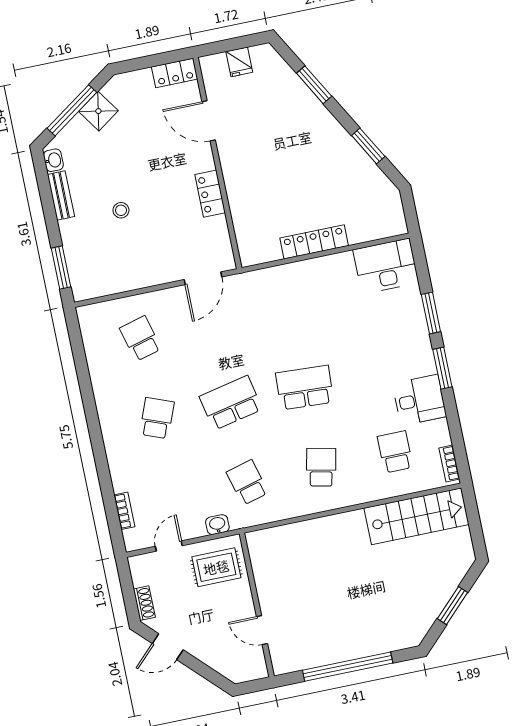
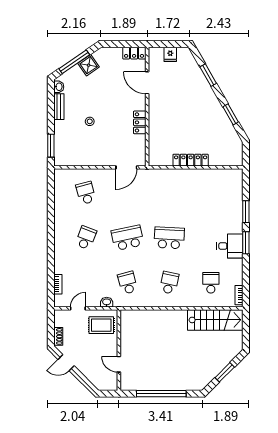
desk: (386, 266) -> (227, 181), removed
desk: (419, 400) -> (230, 246), moved

